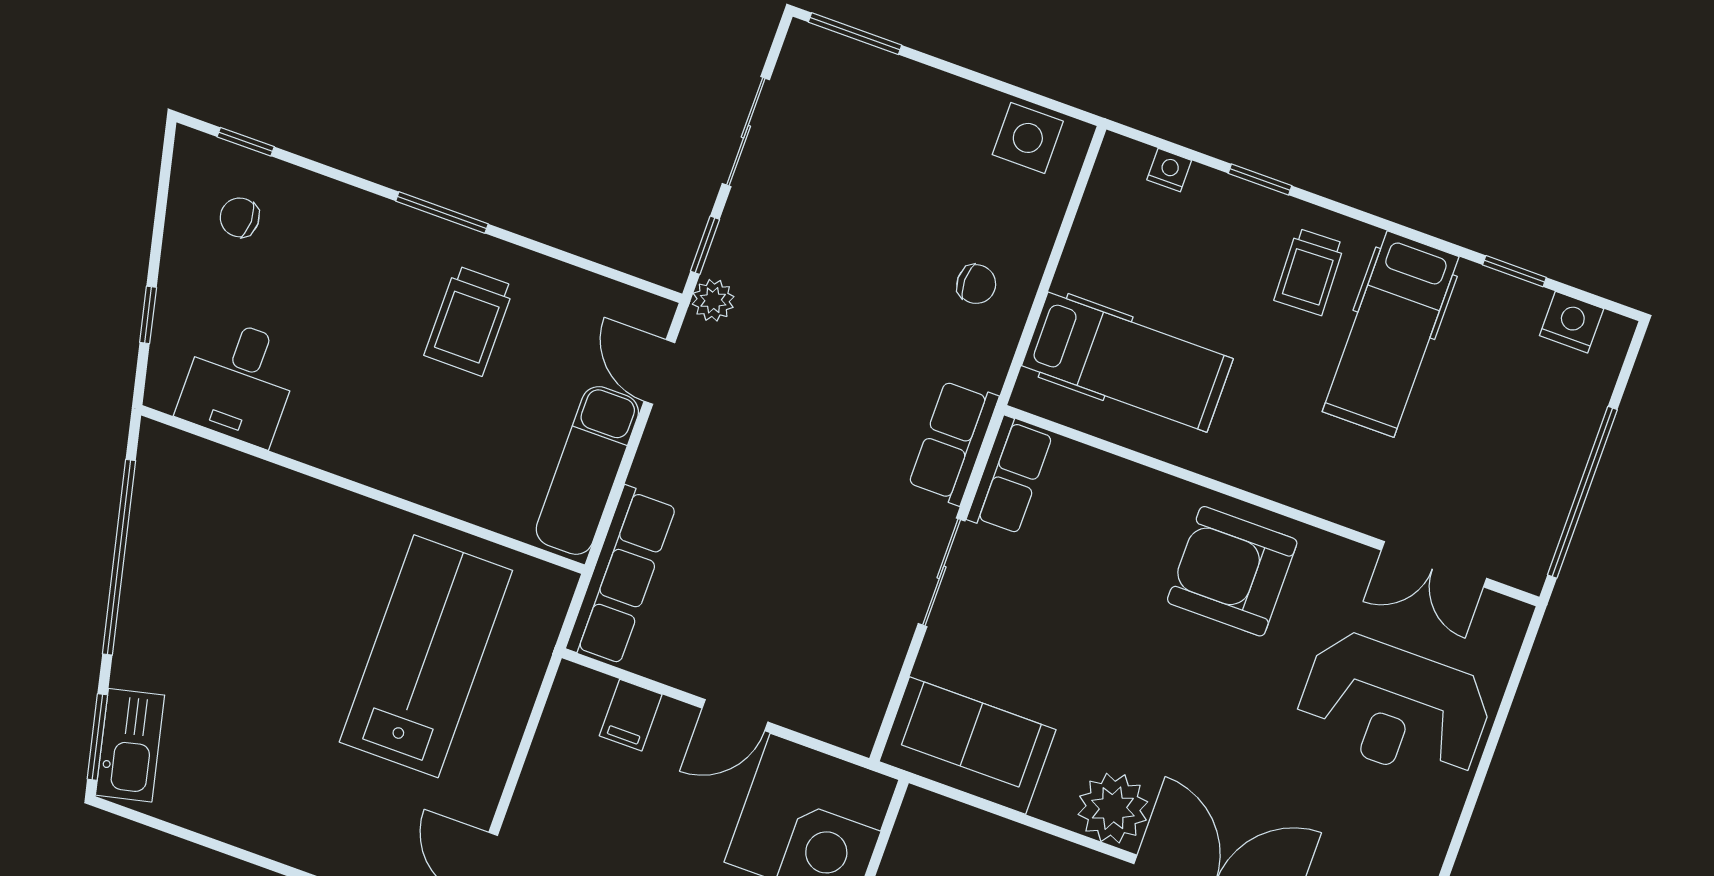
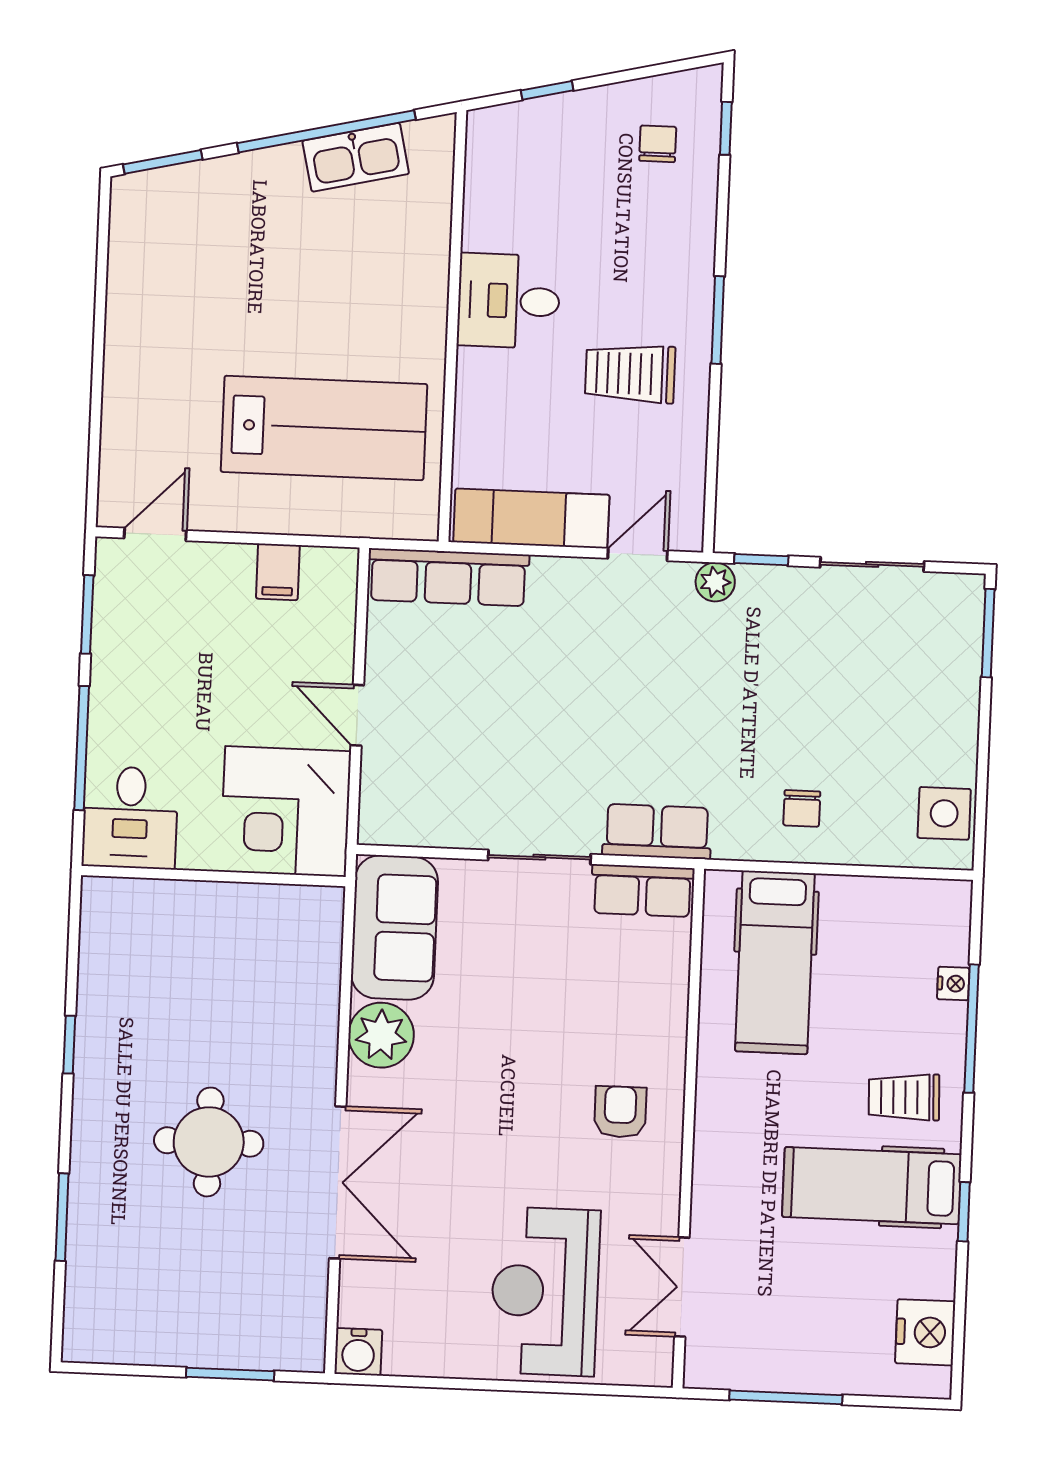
nightstand: (1169, 170) -> (953, 984), moved
window: (1260, 179) -> (972, 1029), width x2.17
window: (1514, 271) -> (964, 1212), moved
nightstand: (1572, 322) -> (925, 1332), width x1.36, depth x1.33
desk: (239, 382) -> (509, 301), moved
window: (1582, 492) -> (786, 1397), width x0.68
armchair: (1232, 571) -> (620, 1112), width x0.53, depth x0.53
filing cabinet: (631, 715) -> (278, 572), moved, turned -90
kitchen sink: (130, 745) -> (356, 157), moved
plant: (1113, 808) -> (381, 1035), moved

